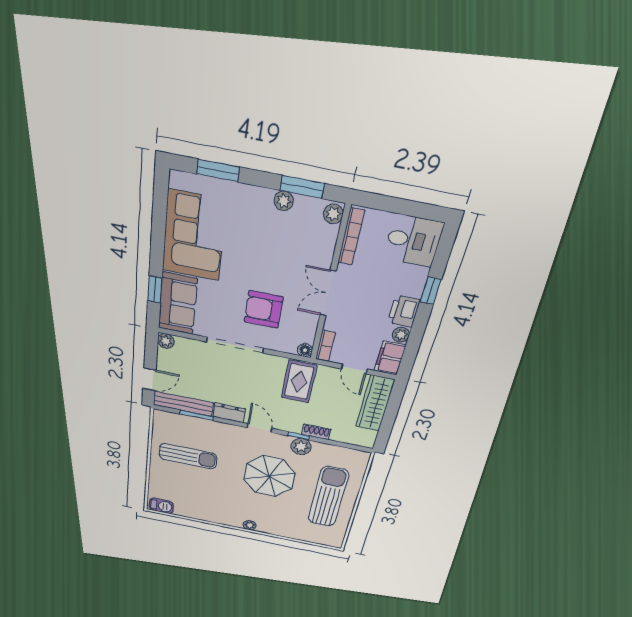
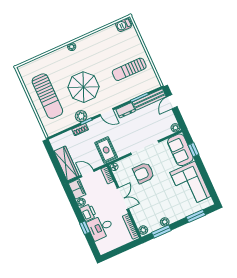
desk: (413, 241) -> (100, 227), moved
armchair: (264, 309) -> (144, 173), turned 180

